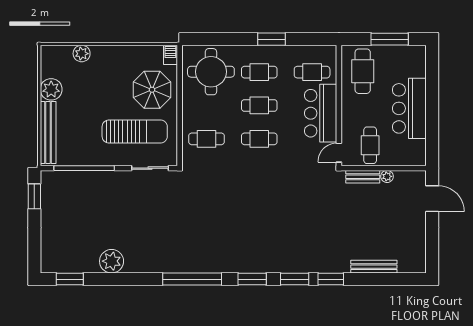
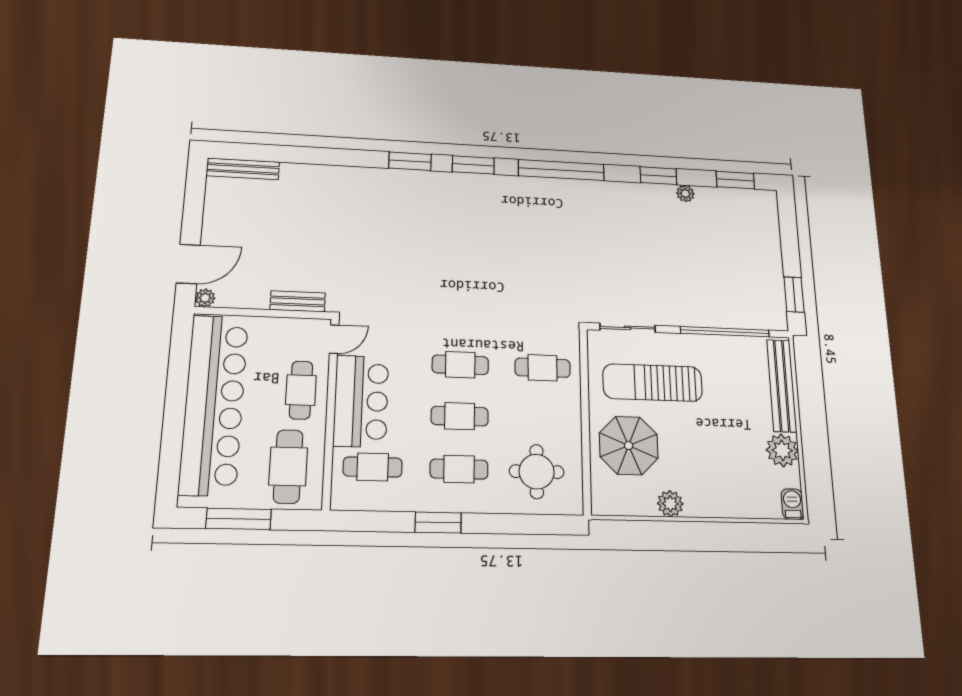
plant: (82, 54) -> (670, 504), moved
barbecue: (170, 55) -> (792, 504), moved, turned 180
round table: (211, 72) -> (537, 472), width x0.73, depth x0.73
bar counter: (409, 108) -> (214, 404), width x1.86
cafe table: (370, 145) -> (301, 390), moved
plant: (387, 176) -> (205, 298), moved
door: (432, 199) -> (188, 264), swing flipped
plant: (112, 261) -> (685, 193), width x0.53, depth x0.53
bench: (374, 267) -> (243, 169), moved
window: (331, 279) -> (658, 176), moved

